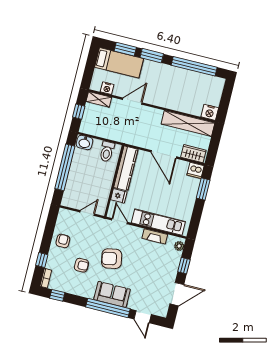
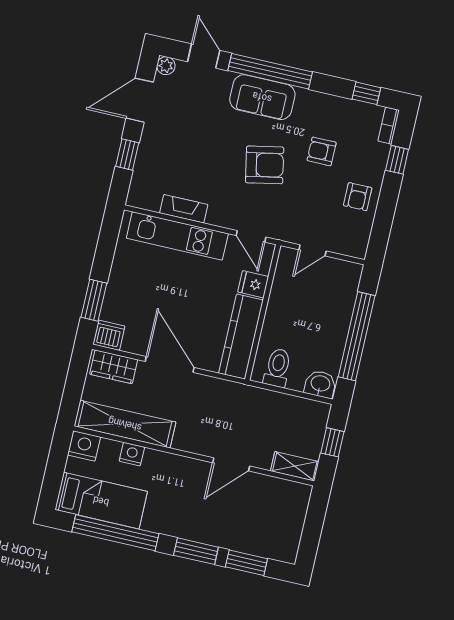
bed: (119, 63) -> (101, 501), moved, turned 180
nightstand: (107, 88) -> (132, 454), moved
plant: (179, 246) -> (166, 66), moved

